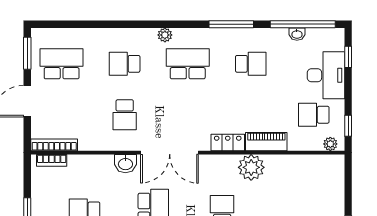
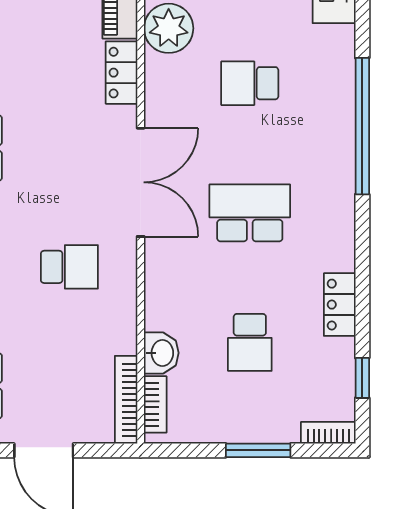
washbasin: (125, 164) -> (161, 353), moved

